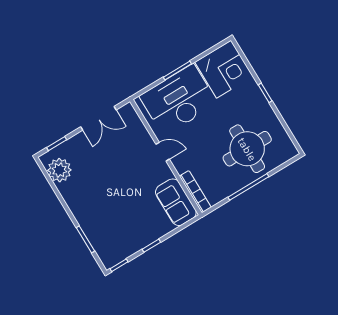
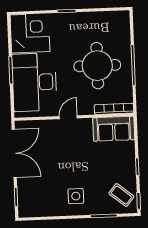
double door: (98, 118) -> (14, 153), width x1.37
round table: (247, 149) -> (97, 66), moved
plant: (59, 170) -> (38, 206), removed
side table: (90, 202) -> (76, 196), added
coffee table: (115, 245) -> (121, 195), added

